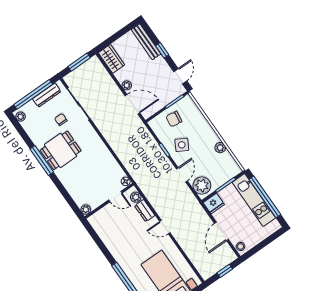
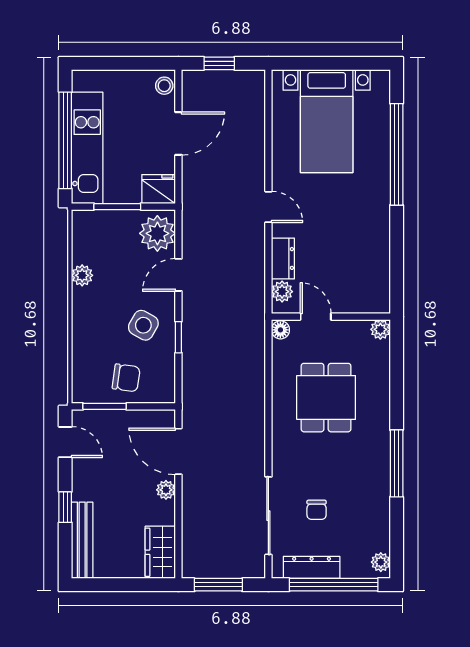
door: (180, 76) -> (65, 442), swing flipped
dining table: (61, 150) -> (326, 398), moved, turned 90

